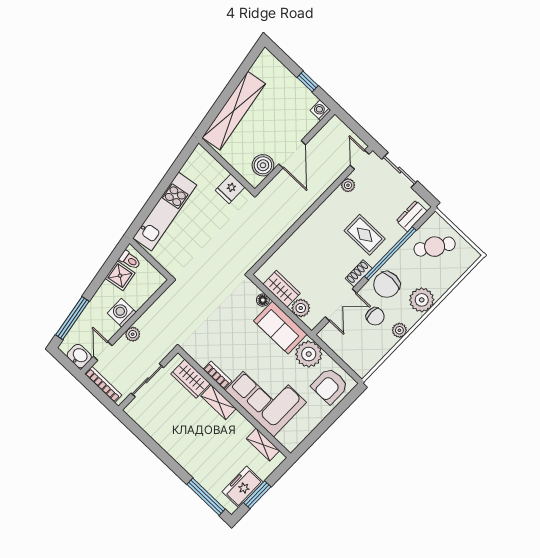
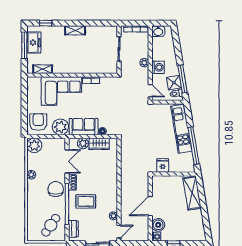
shelving: (234, 111) -> (192, 193), width x0.68
door: (292, 154) -> (150, 206), hinge flipped
door: (360, 160) -> (119, 232), hinge flipped
boiler: (263, 165) -> (158, 225), moved
window: (170, 177) -> (194, 146), added
plant: (422, 300) -> (34, 145), moved
double door: (341, 305) -> (67, 161), swing flipped
chair: (375, 316) -> (47, 171), removed
window: (72, 318) -> (183, 79), moved
door: (103, 351) -> (150, 91), moved
wardrobe: (190, 379) -> (101, 67), removed
shelving: (218, 402) -> (75, 30), moved
window: (257, 495) -> (24, 45), width x1.44
window: (206, 497) -> (46, 23), width x0.46

